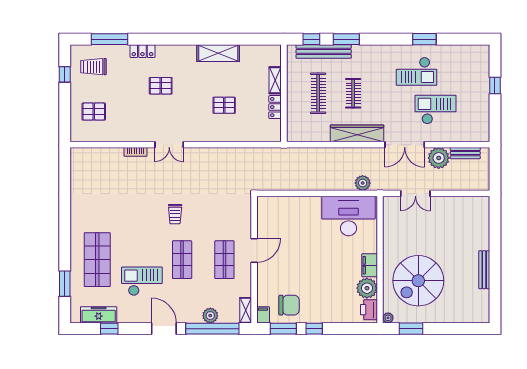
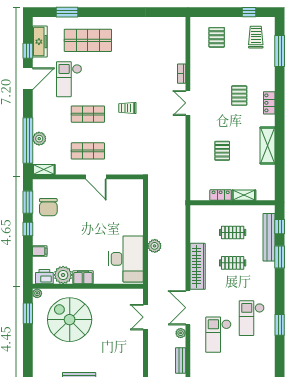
locker: (142, 51) -> (269, 103), moved
clothes rail: (318, 93) -> (233, 232), width x0.73
checkout: (436, 110) -> (218, 335), turned 180
plant: (439, 158) -> (181, 333), width x0.53, depth x0.53
plant: (363, 183) -> (155, 246), moved
checkout: (142, 281) -> (69, 79), turned 180
filing cabinet: (263, 315) -> (40, 251), moved
door: (164, 329) -> (28, 79), moved

